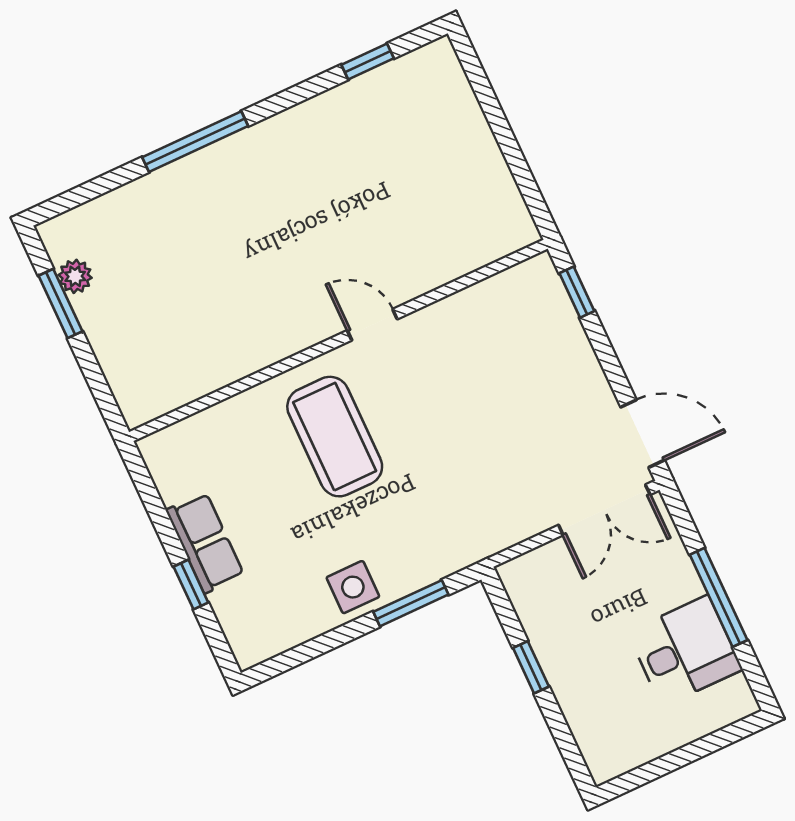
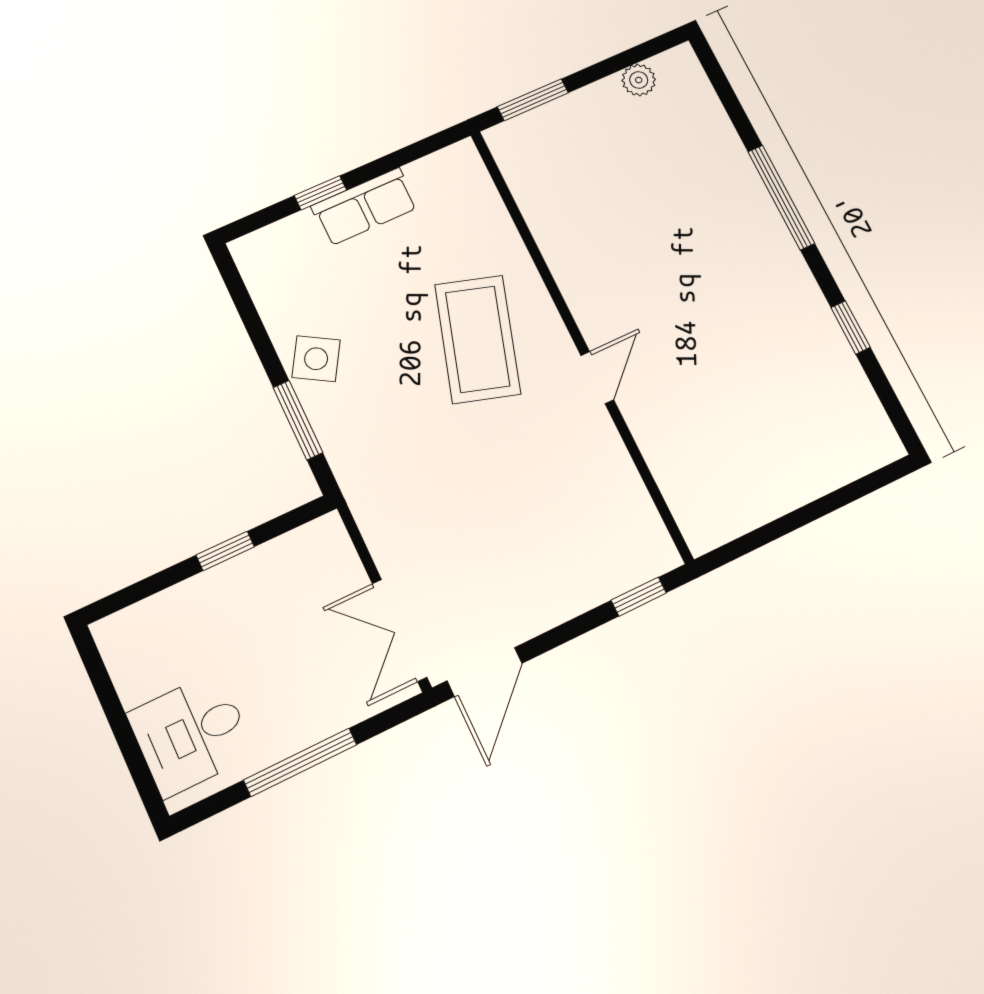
window: (368, 62) -> (850, 327), moved
window: (60, 304) -> (533, 100), moved
coffee table: (335, 437) -> (478, 339), turned -73
side table: (353, 587) -> (316, 359), turned 31
desk: (685, 651) -> (191, 734), moved, turned 90

